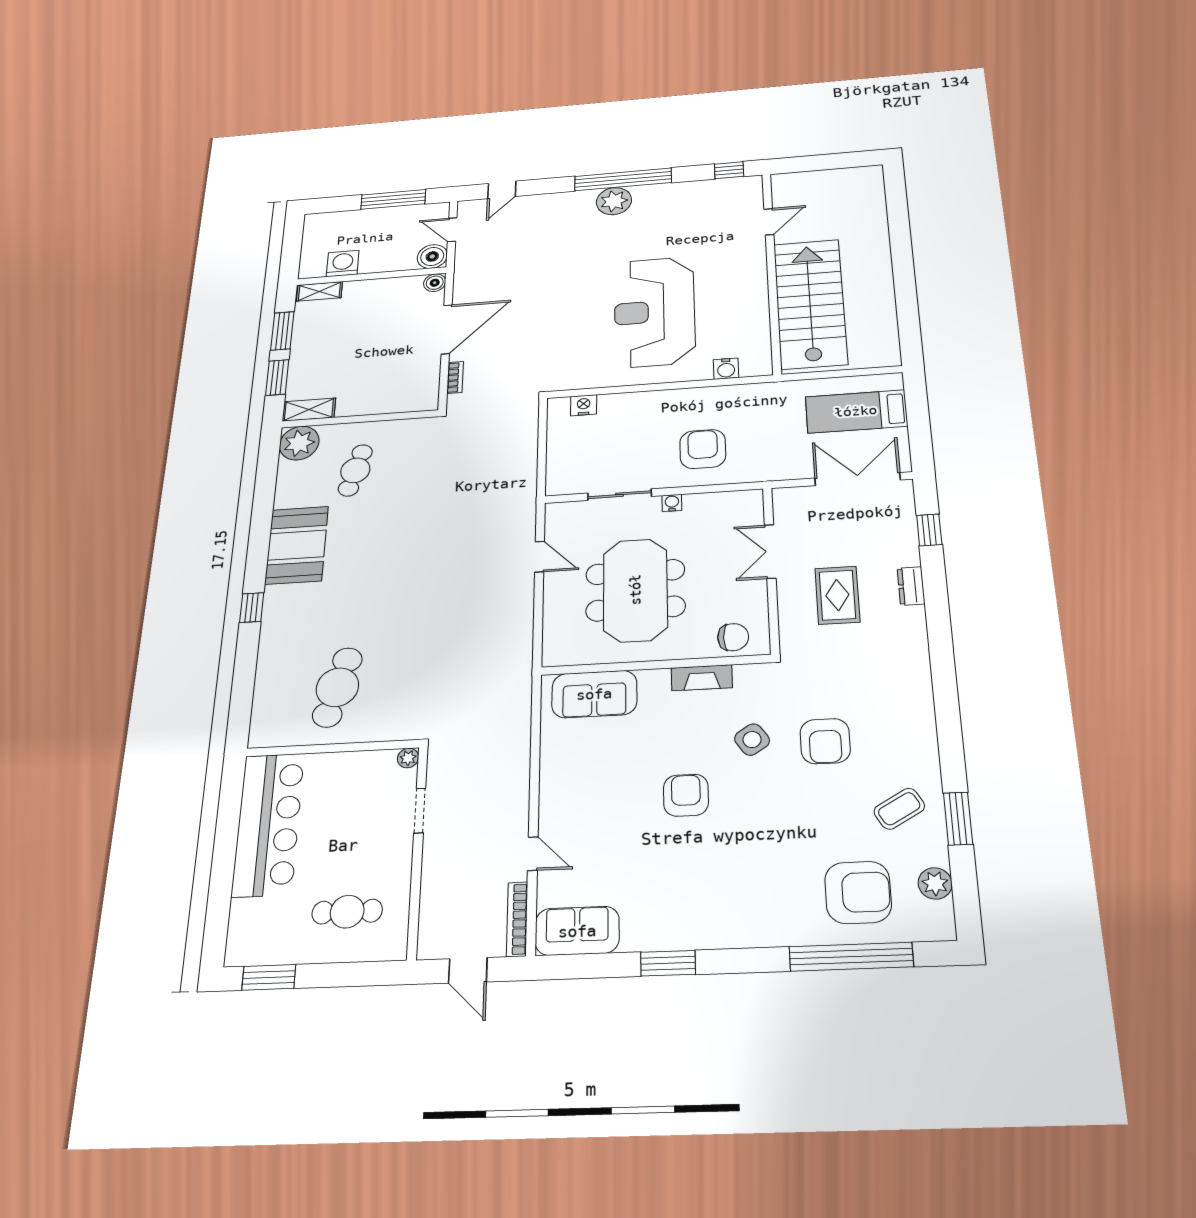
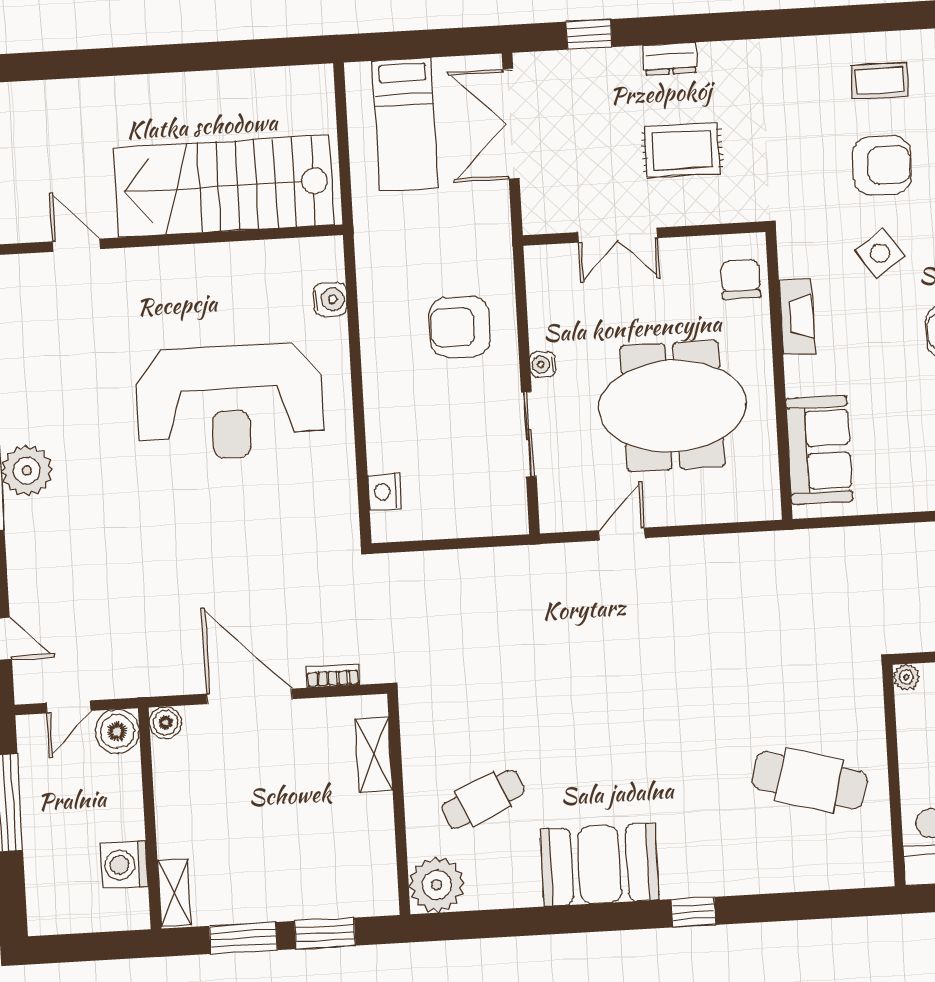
shelving: (309, 410) -> (374, 754), moved
cafe table: (355, 470) -> (483, 799), turned -39
coffee table: (896, 740) -> (880, 81), added

